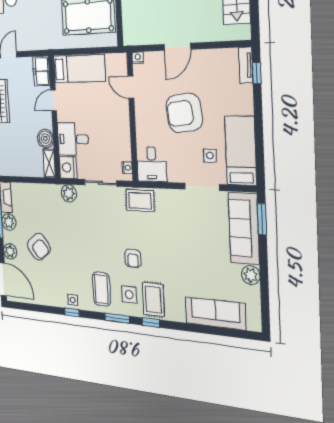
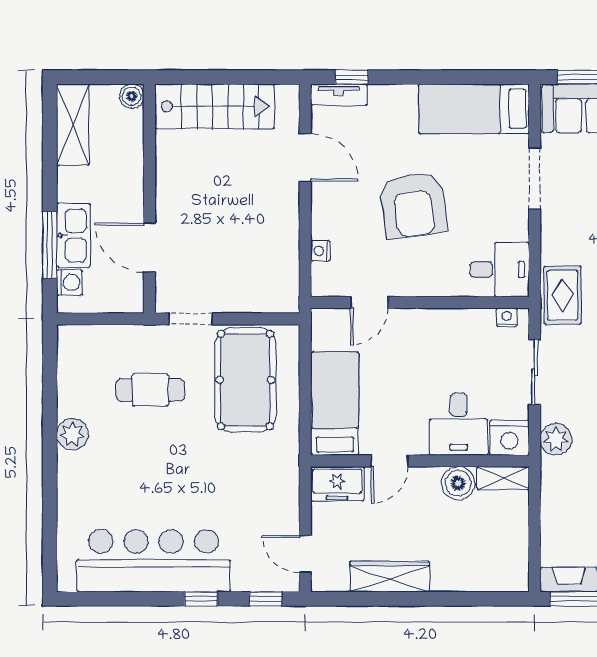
door: (177, 47) -> (305, 157), moved
nightstand: (138, 58) -> (320, 251), moved
door: (54, 100) -> (390, 461), hinge flipped
side table: (210, 156) -> (483, 162), removed

